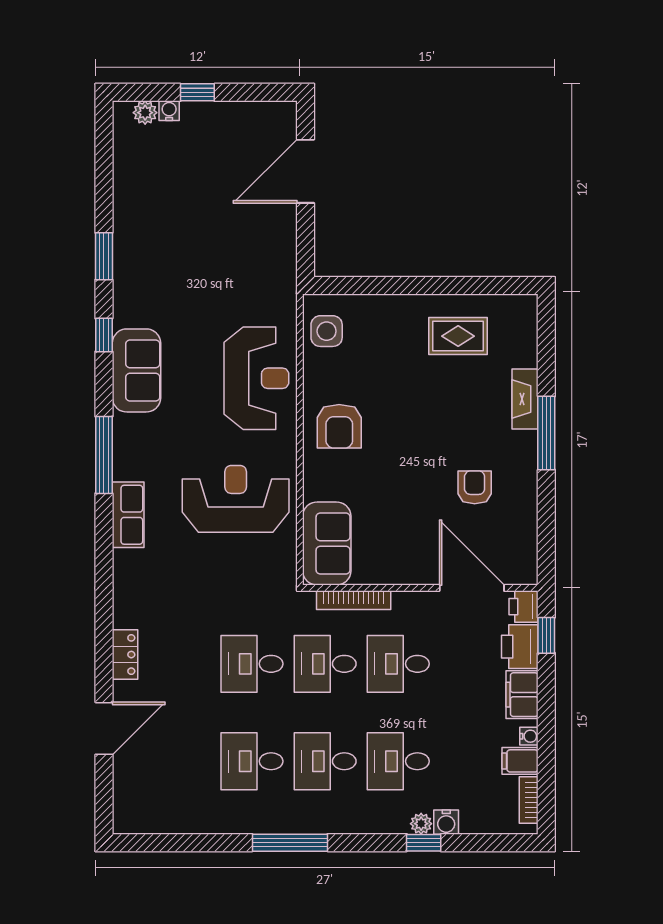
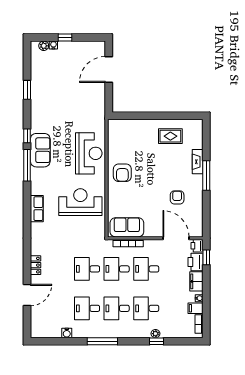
window: (104, 256) -> (27, 90), moved
side table: (327, 331) -> (117, 134), removed
window: (104, 455) -> (27, 165), moved
sofa: (327, 543) -> (127, 227), moved, turned -90
water cooler: (446, 822) -> (67, 333), moved

